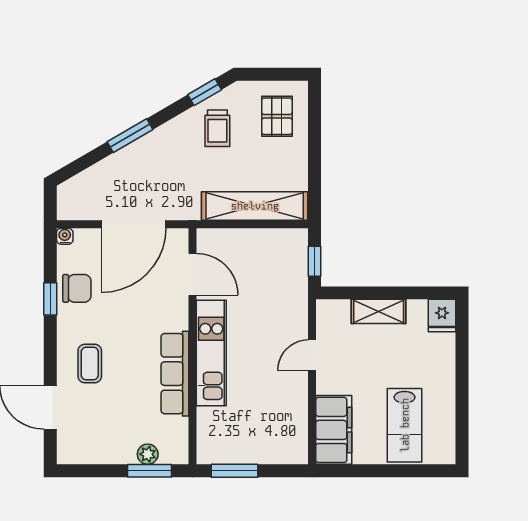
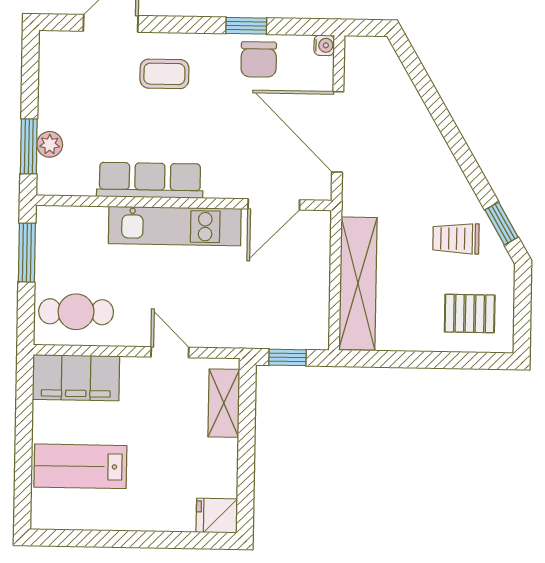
window: (130, 136) -> (449, 129), removed
shelving: (379, 311) -> (224, 403), moved
cafe table: (281, 431) -> (76, 312), added

